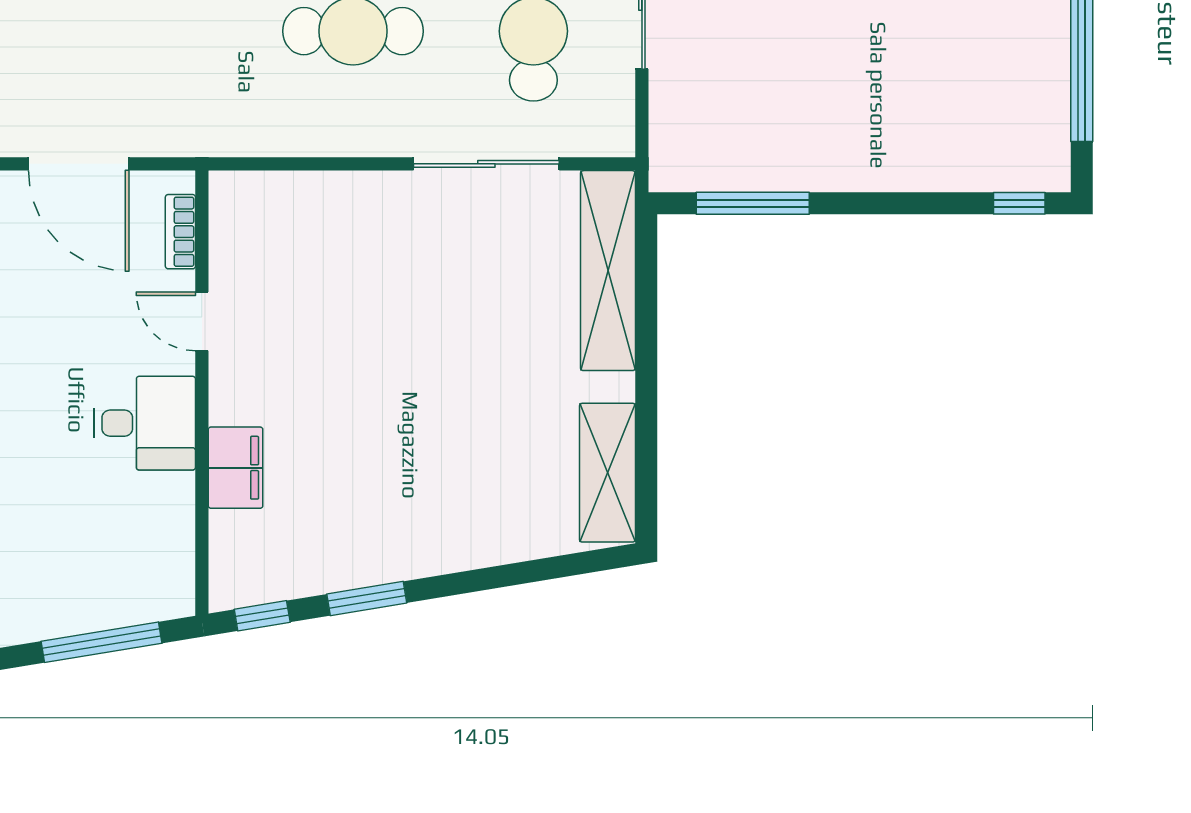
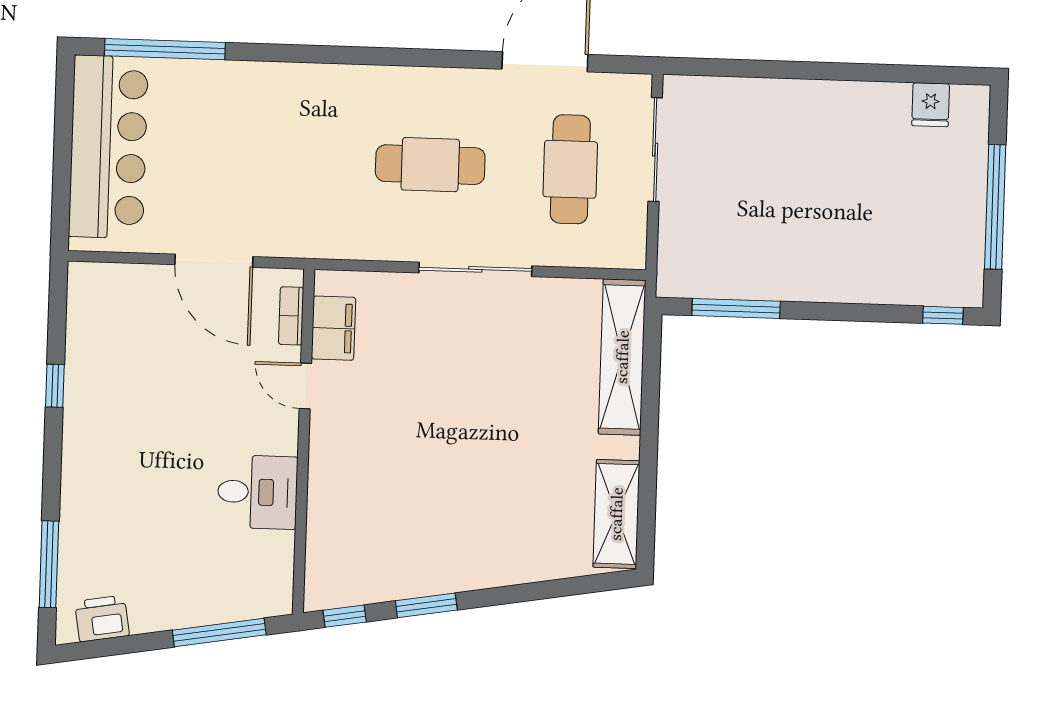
sliding door: (486, 164) -> (475, 269), moved
desk: (145, 423) -> (257, 492), moved
filing cabinet: (236, 468) -> (334, 328), moved

